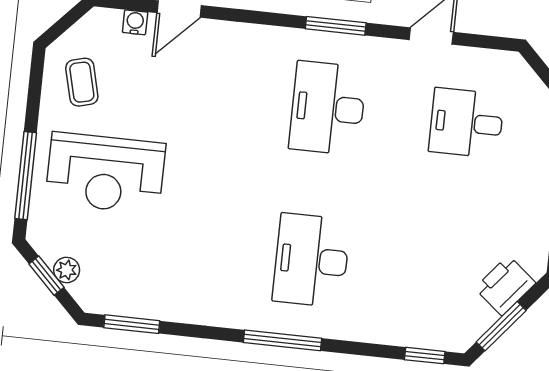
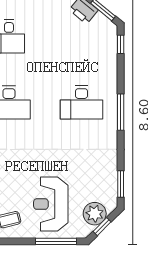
reception desk: (105, 173) -> (51, 204), turned 180
plant: (67, 270) -> (95, 214), width x1.88, depth x1.88

